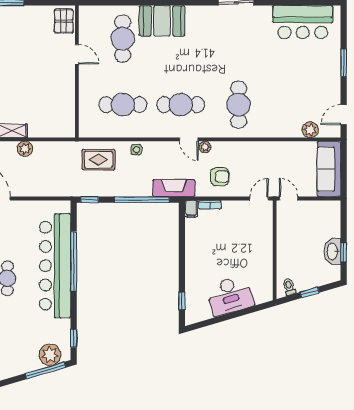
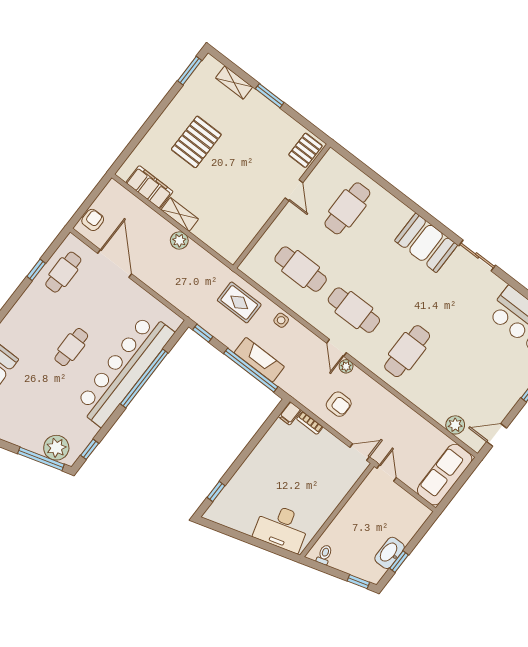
booth: (162, 21) -> (426, 243), moved
fireplace: (174, 188) -> (259, 360), moved
window: (310, 292) -> (358, 582), moved
desk: (230, 295) -> (282, 528), moved

